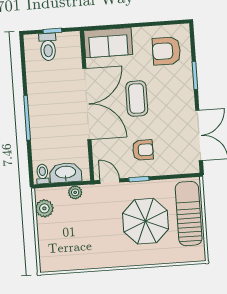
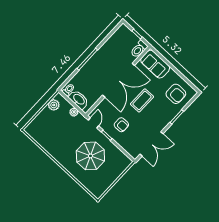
toilet: (48, 47) -> (139, 49), moved
armchair: (166, 51) -> (176, 94), turned 180
sun lounger: (189, 214) -> (112, 172), removed

